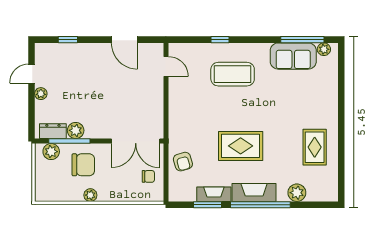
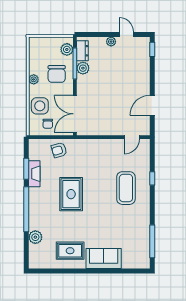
window: (68, 40) -> (152, 49), moved
plant: (324, 49) -> (145, 258), removed
sofa: (293, 56) -> (104, 258), moved, turned 90
side table: (125, 187) -> (40, 106), added
fireplace: (254, 192) -> (36, 204), removed

